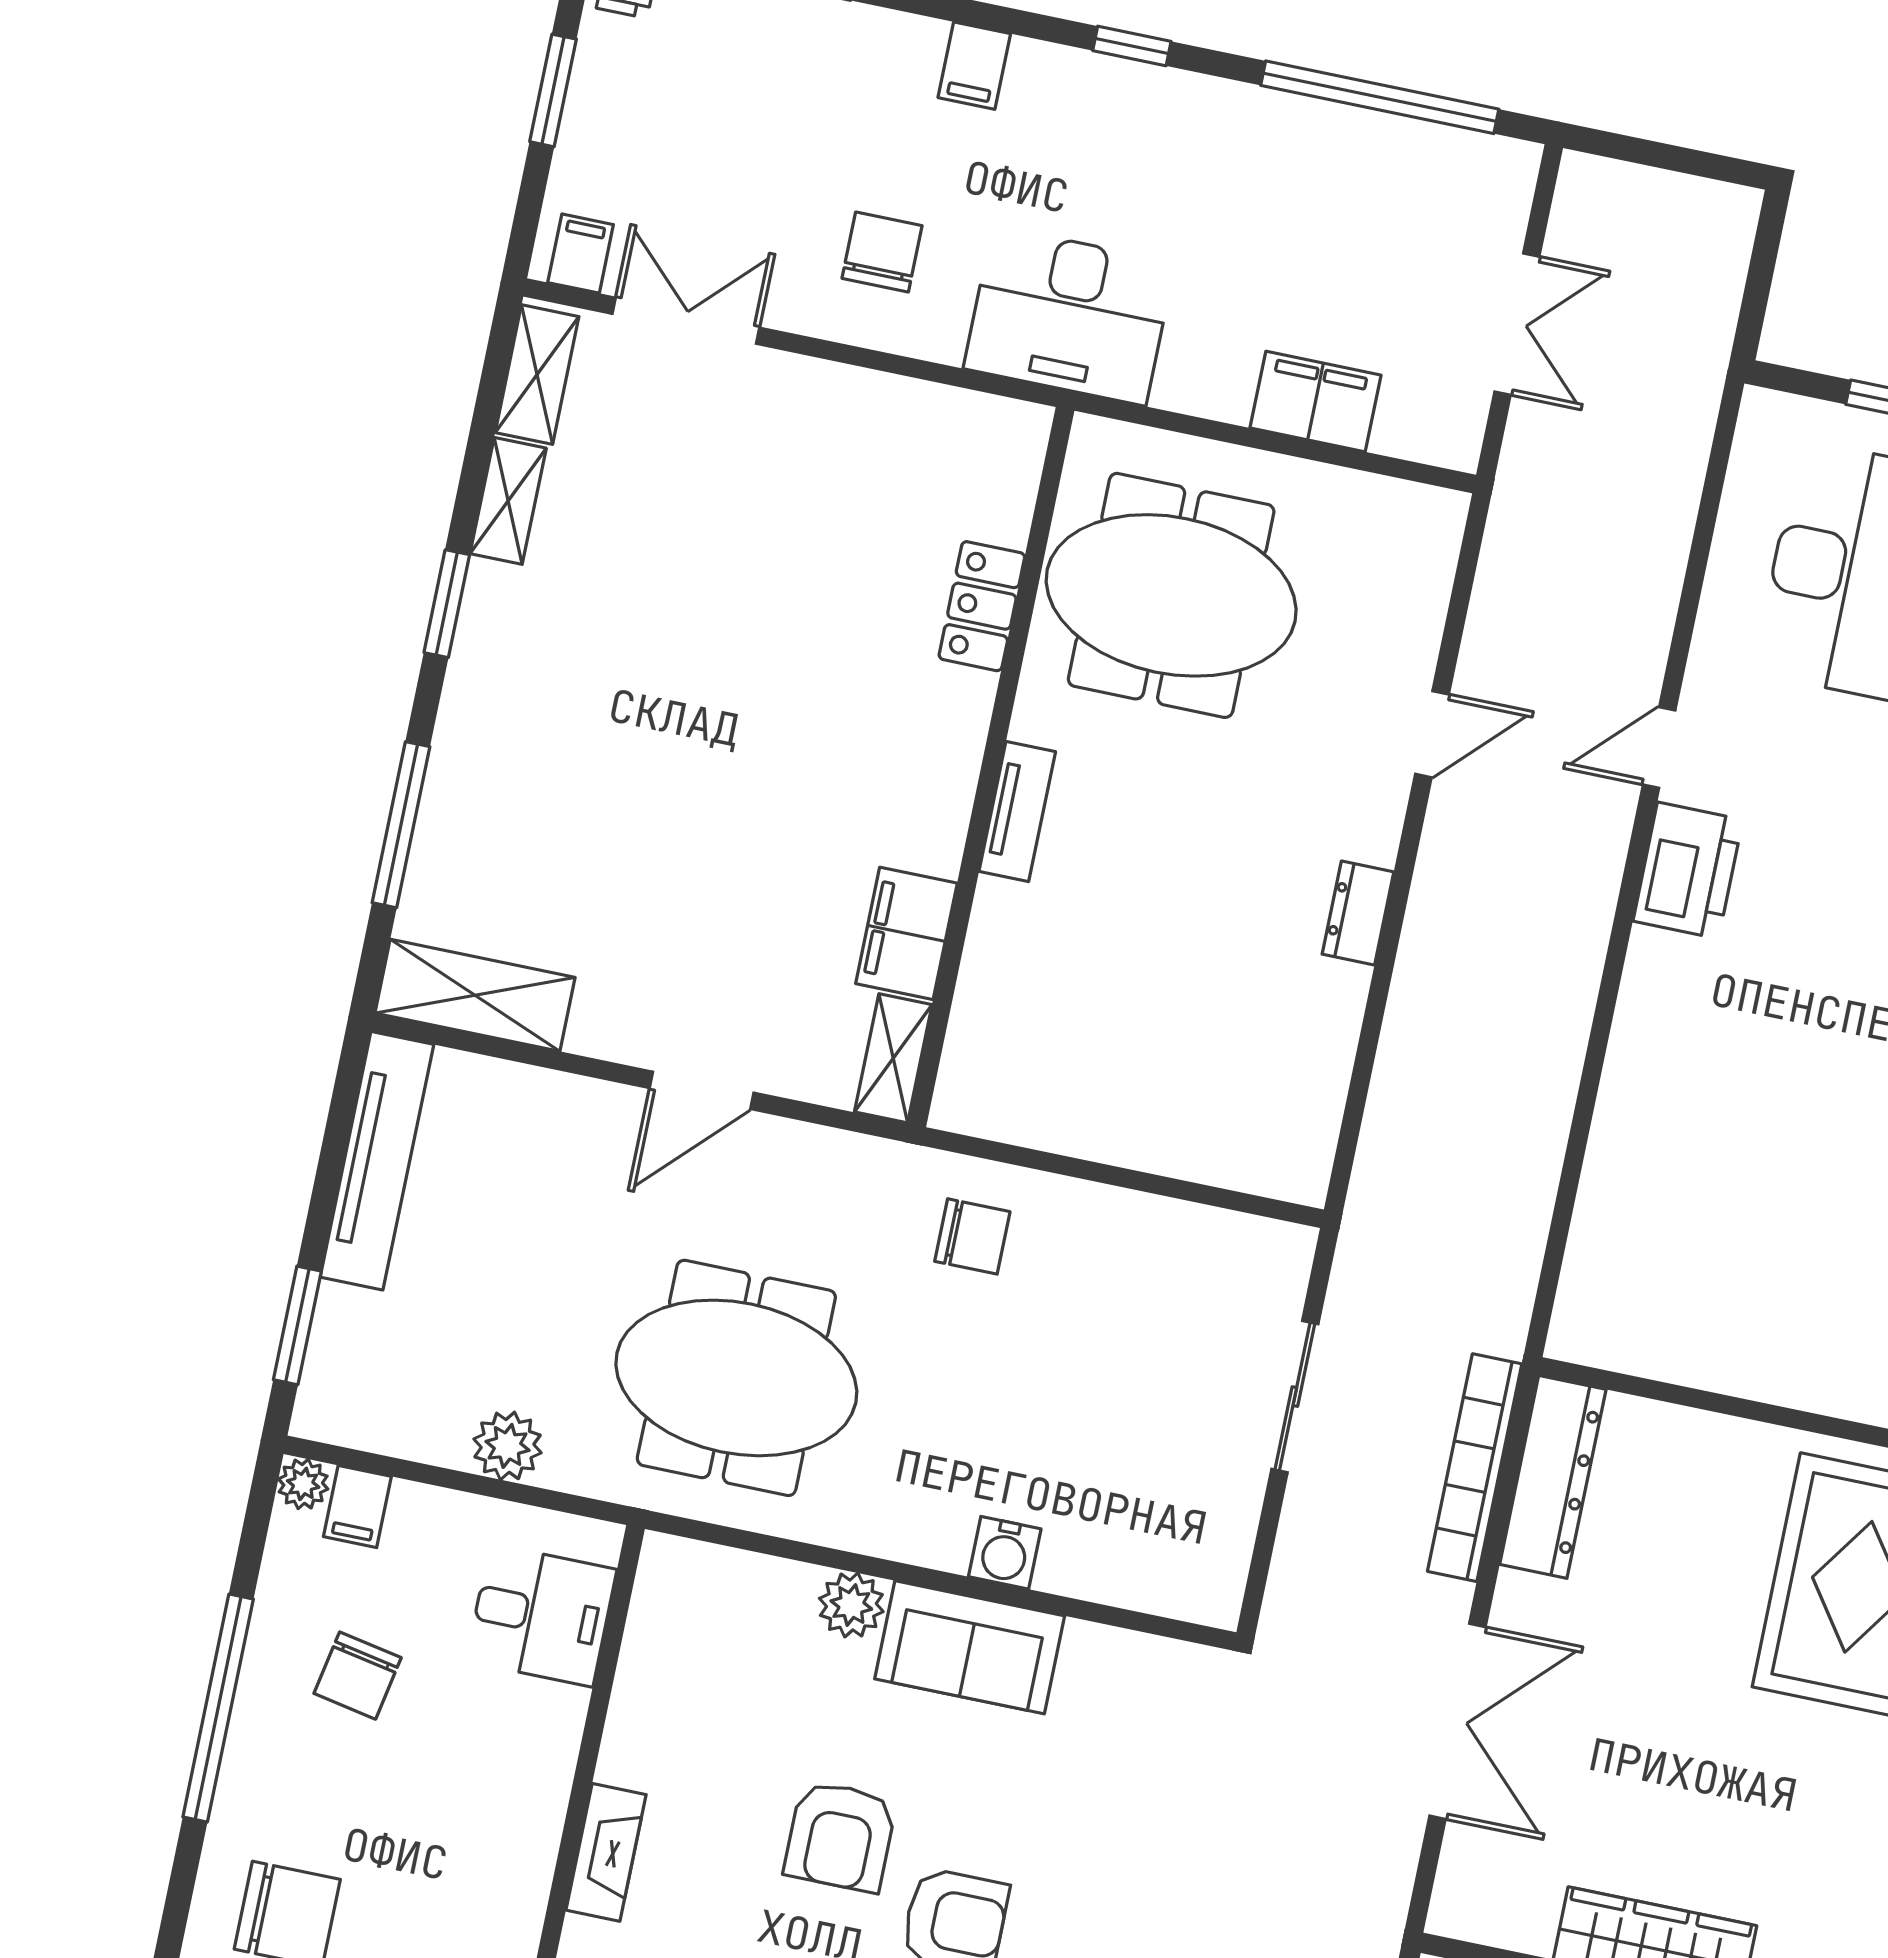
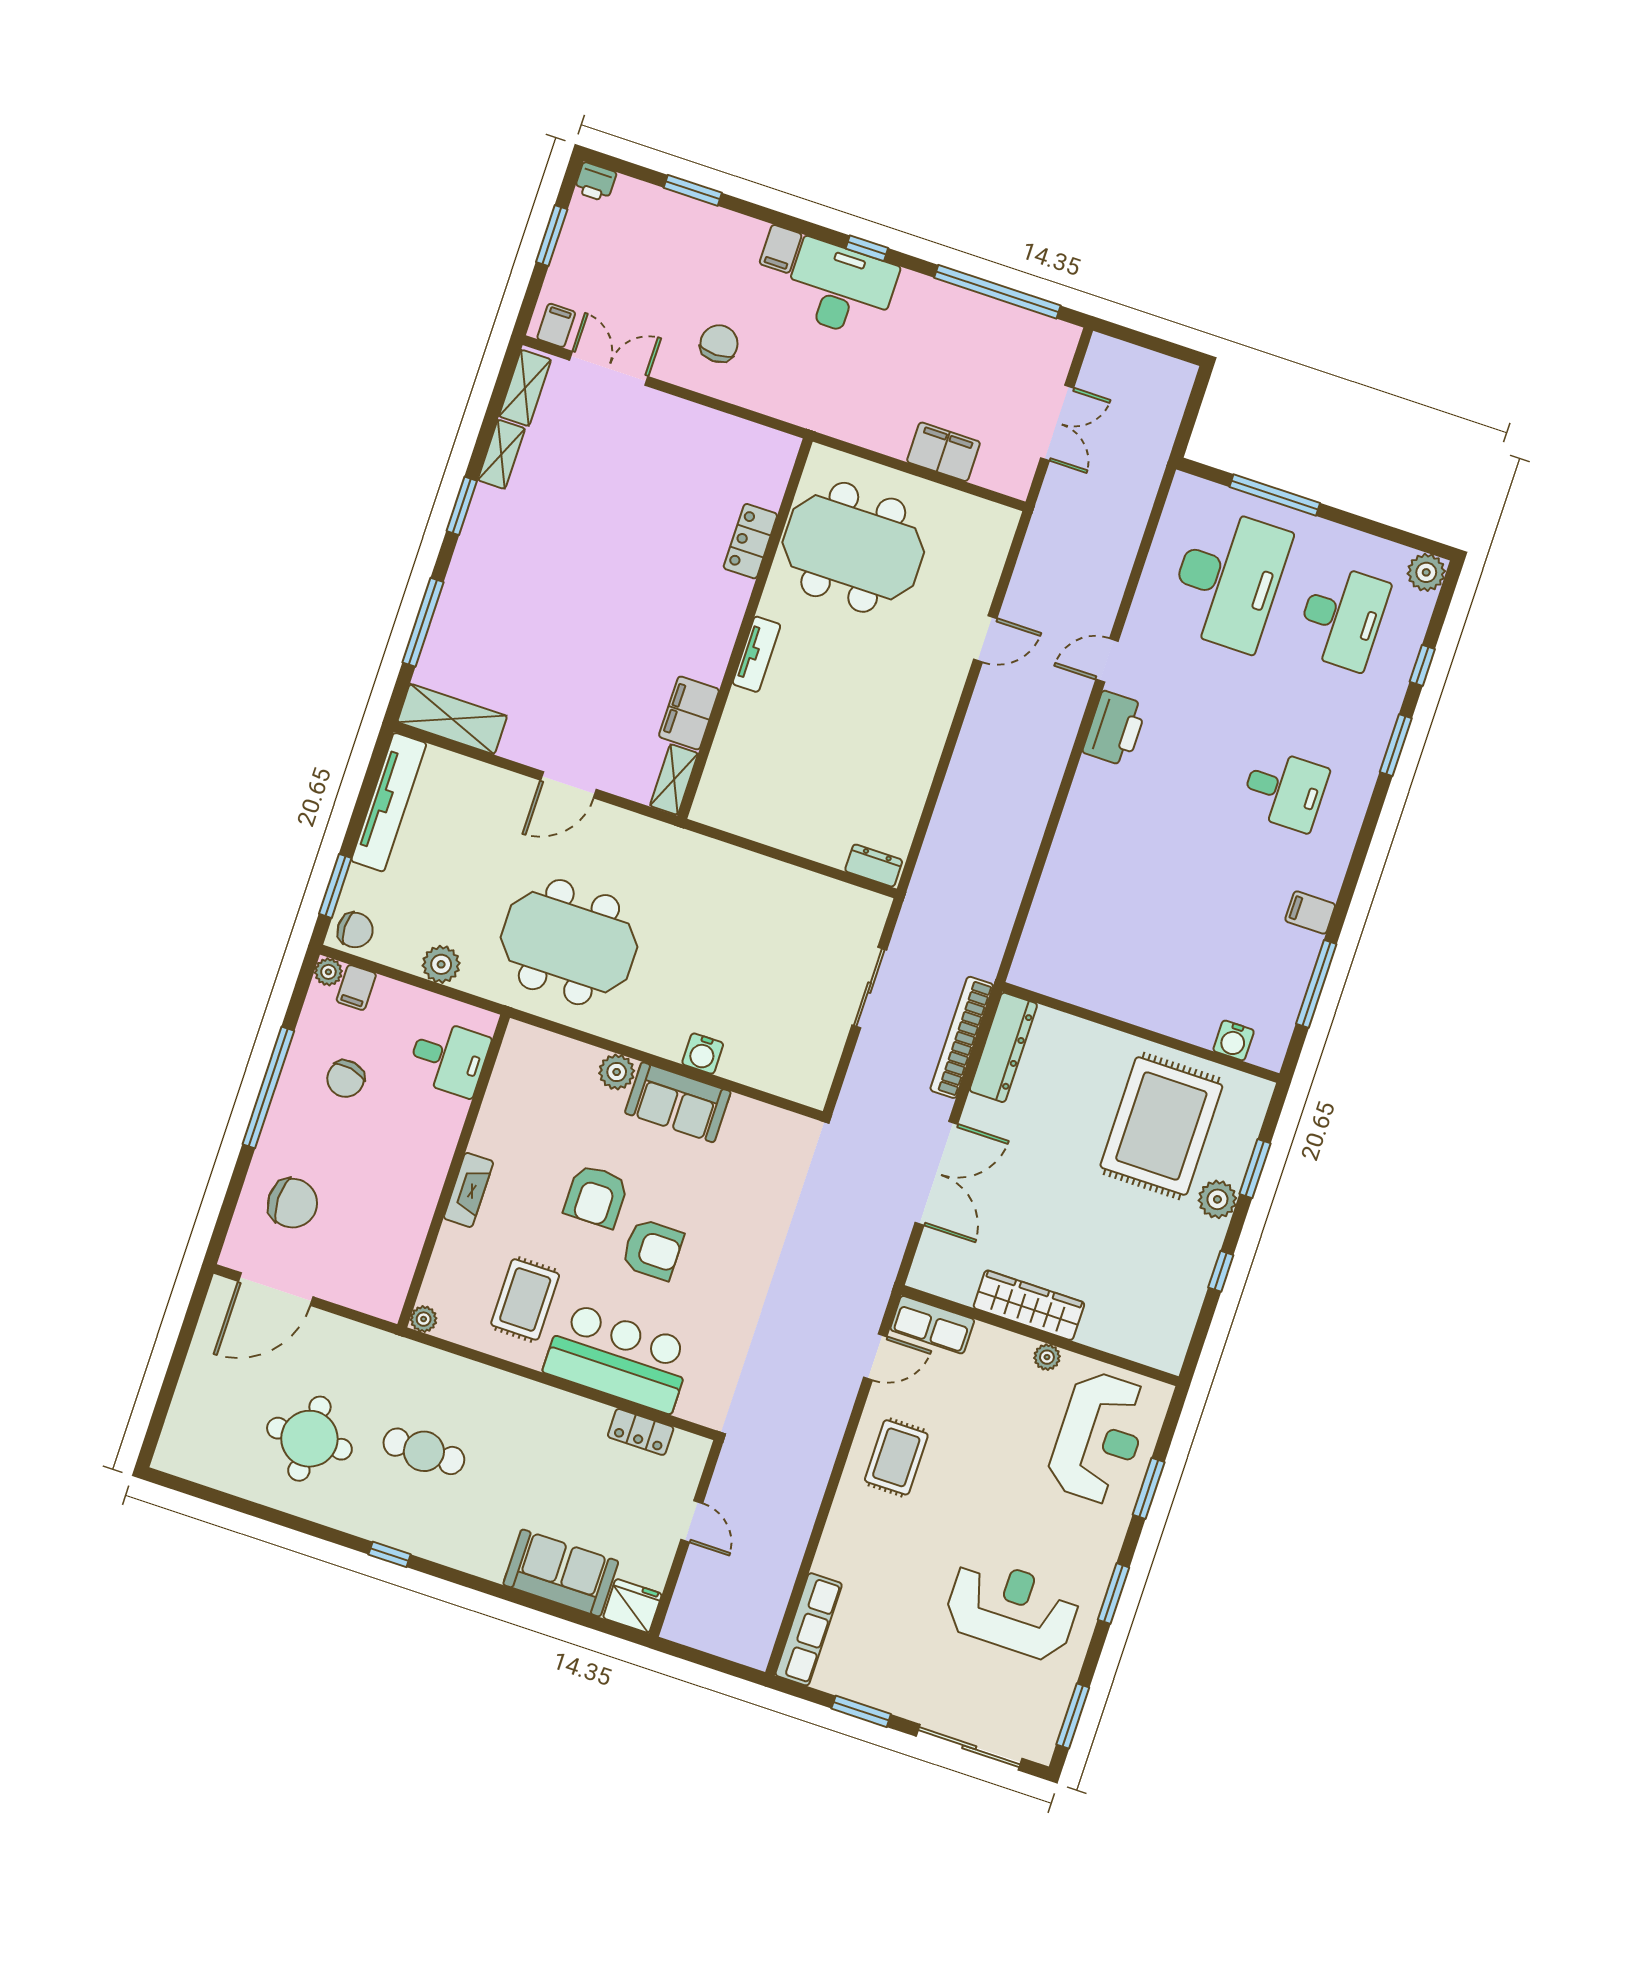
desk: (1069, 316) -> (840, 289), moved, turned 180
dresser: (1358, 913) -> (874, 866), moved, turned 90
chair: (972, 1236) -> (355, 930), moved

